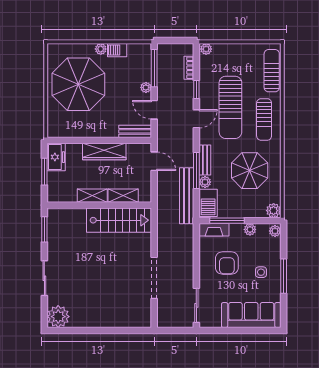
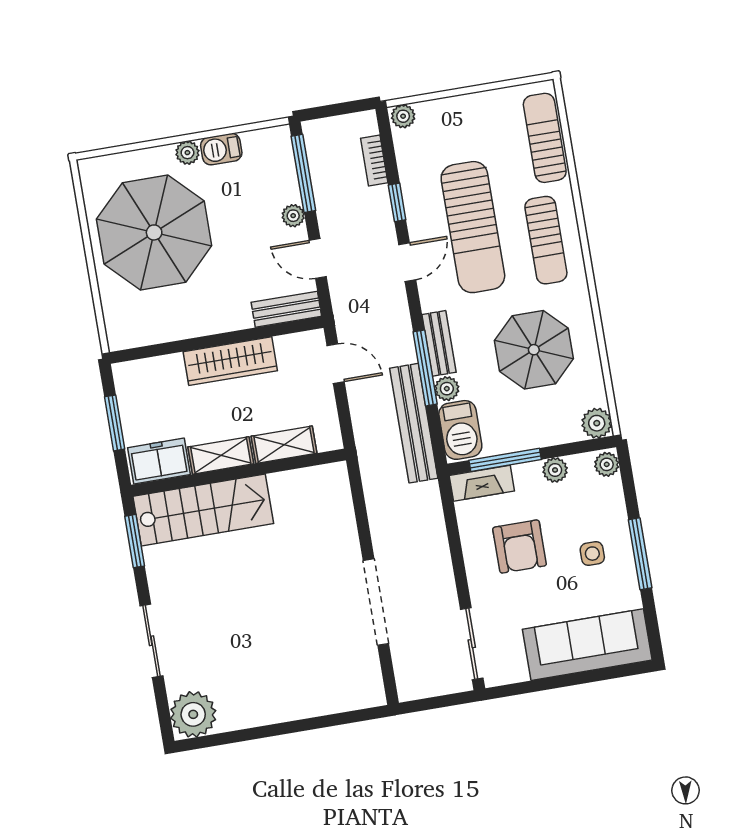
freezer: (56, 157) -> (159, 461), moved, turned -90
stairs: (119, 220) -> (203, 510), moved

